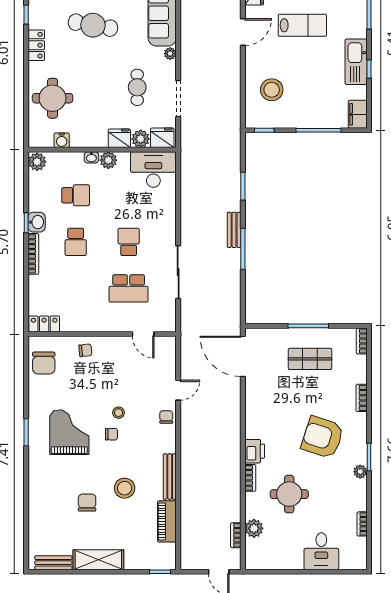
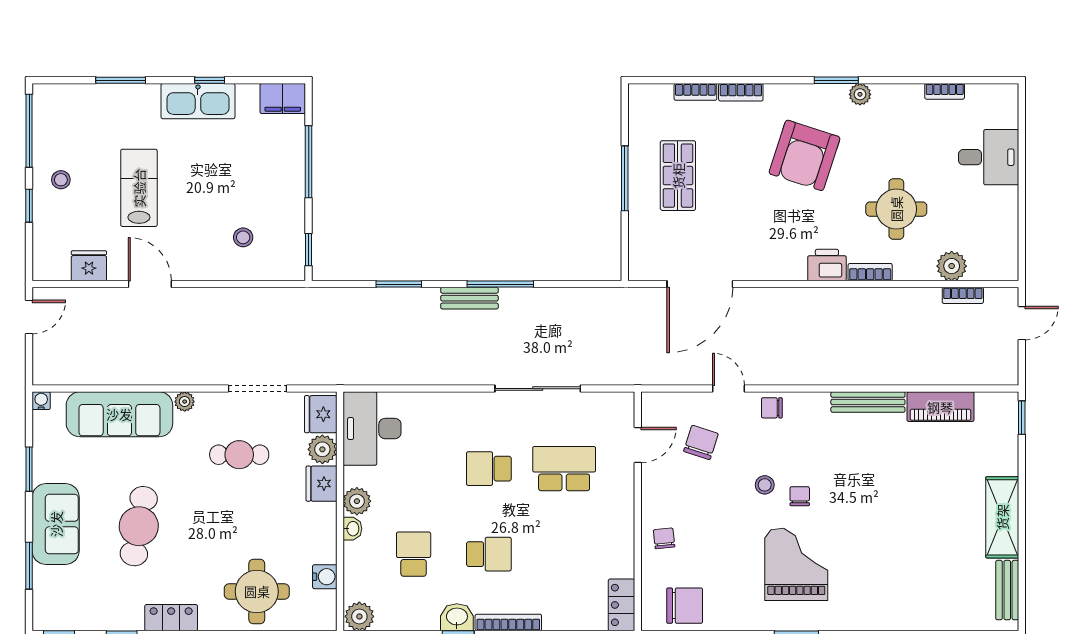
stool: (272, 90) -> (243, 237), width x0.53, depth x0.53
school desk: (129, 288) -> (564, 469), turned -90
bookcase: (362, 341) -> (695, 92), moved
door: (243, 356) -> (700, 284), moved
grand piano: (69, 432) -> (796, 564), turned 90
stool: (125, 488) -> (887, 475), removed
chair: (87, 503) -> (701, 442), moved, turned 108

